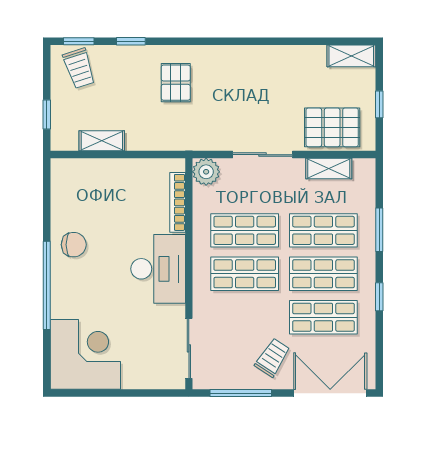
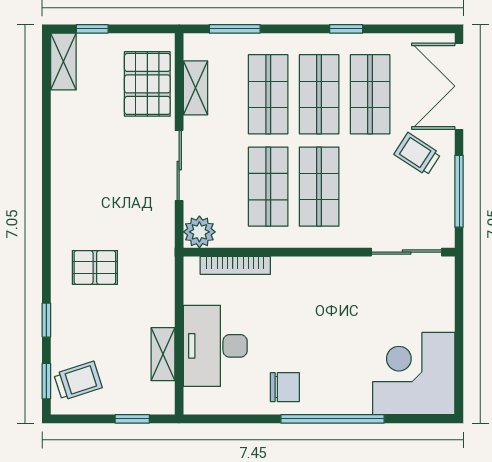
window: (379, 104) -> (92, 29), moved
window: (379, 230) -> (235, 29), moved
chair: (74, 245) -> (285, 387), turned 90
desk: (158, 269) -> (215, 346), moved, turned -90

